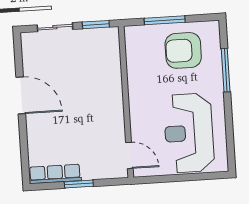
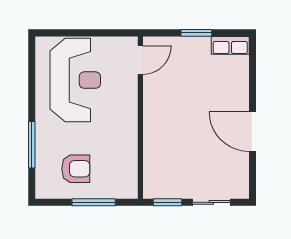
armchair: (183, 50) -> (76, 169), width x0.73, depth x0.73
door: (129, 155) -> (140, 60), swing flipped
row of seats: (55, 174) -> (230, 45), width x0.68

